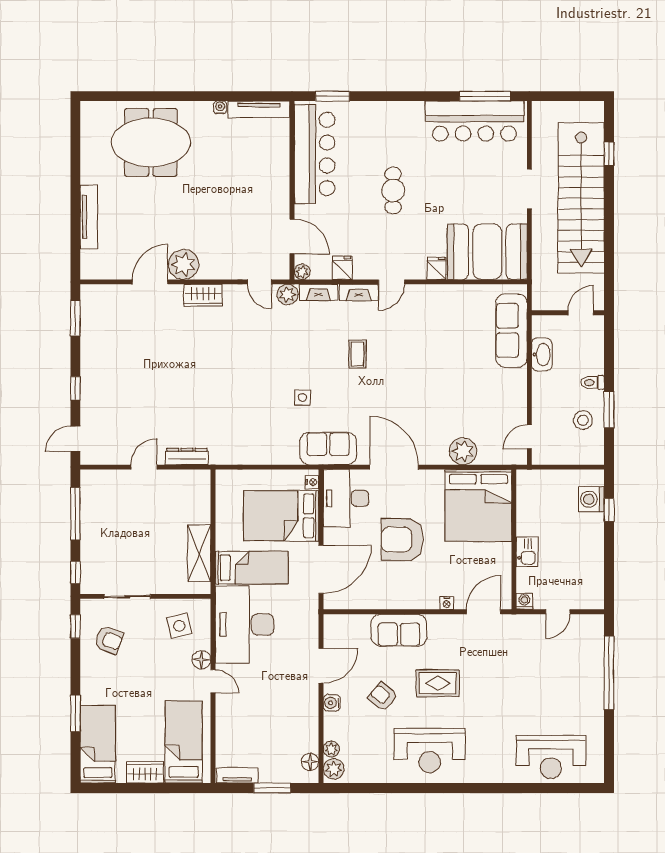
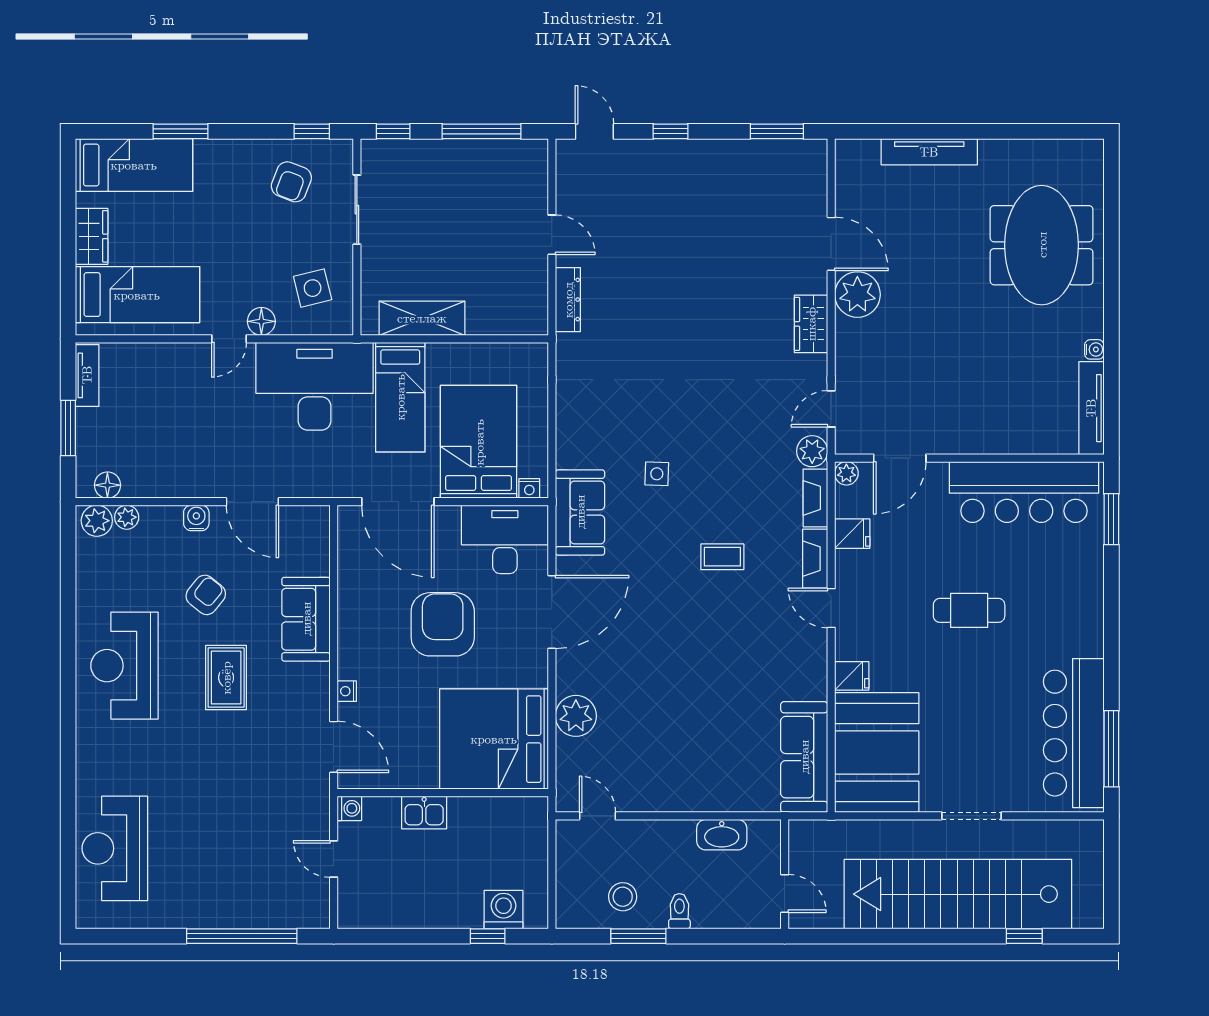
sofa: (511, 330) -> (804, 757), moved, turned -90

